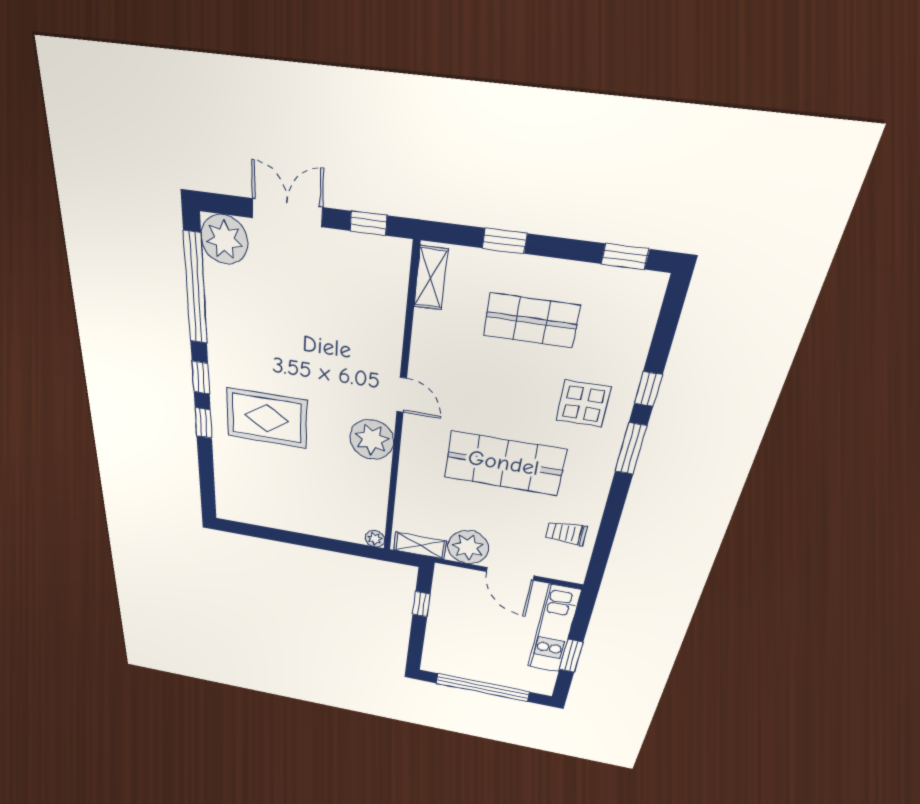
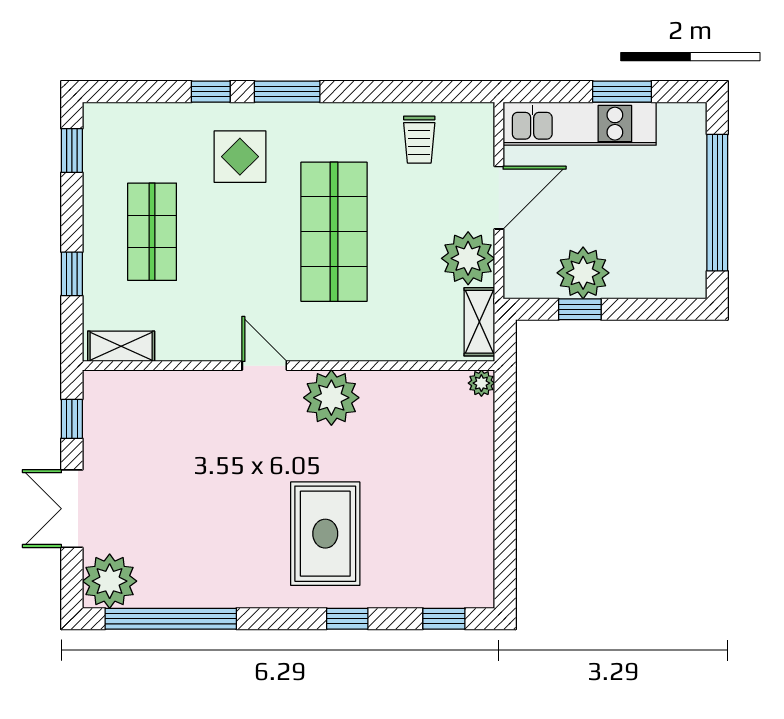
window: (201, 378) -> (444, 619), moved
door: (402, 395) -> (264, 366), hinge flipped
plant: (447, 611) -> (583, 273), added

